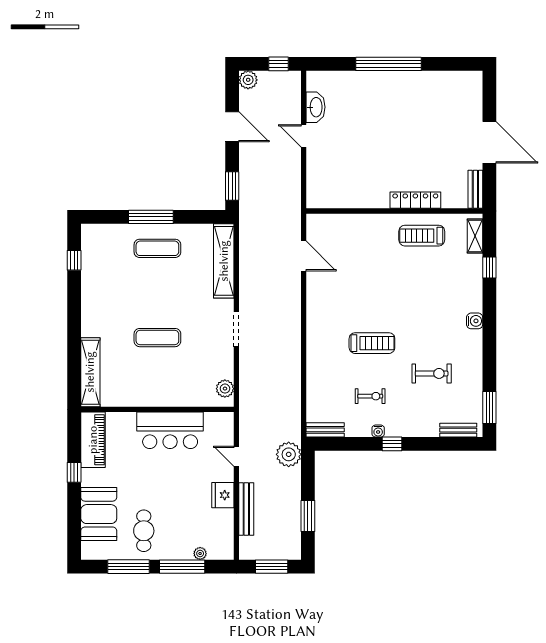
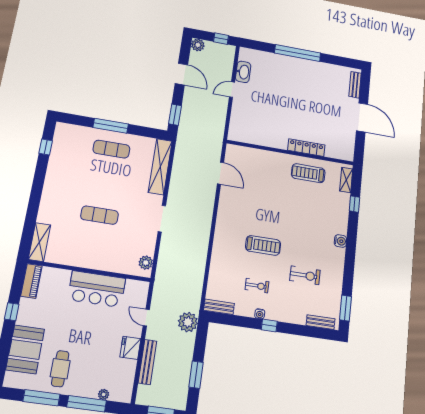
door: (304, 136) -> (232, 90), hinge flipped
bench: (475, 189) -> (355, 85), moved
shelving: (90, 372) -> (40, 242), width x0.68
piano: (93, 440) -> (31, 281), width x0.73, depth x0.75

